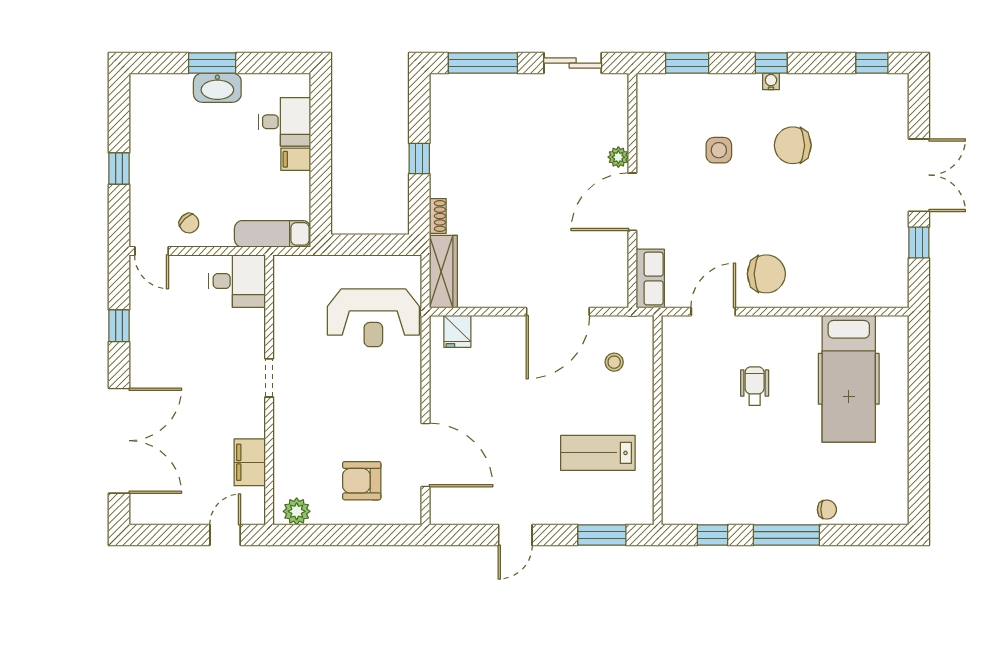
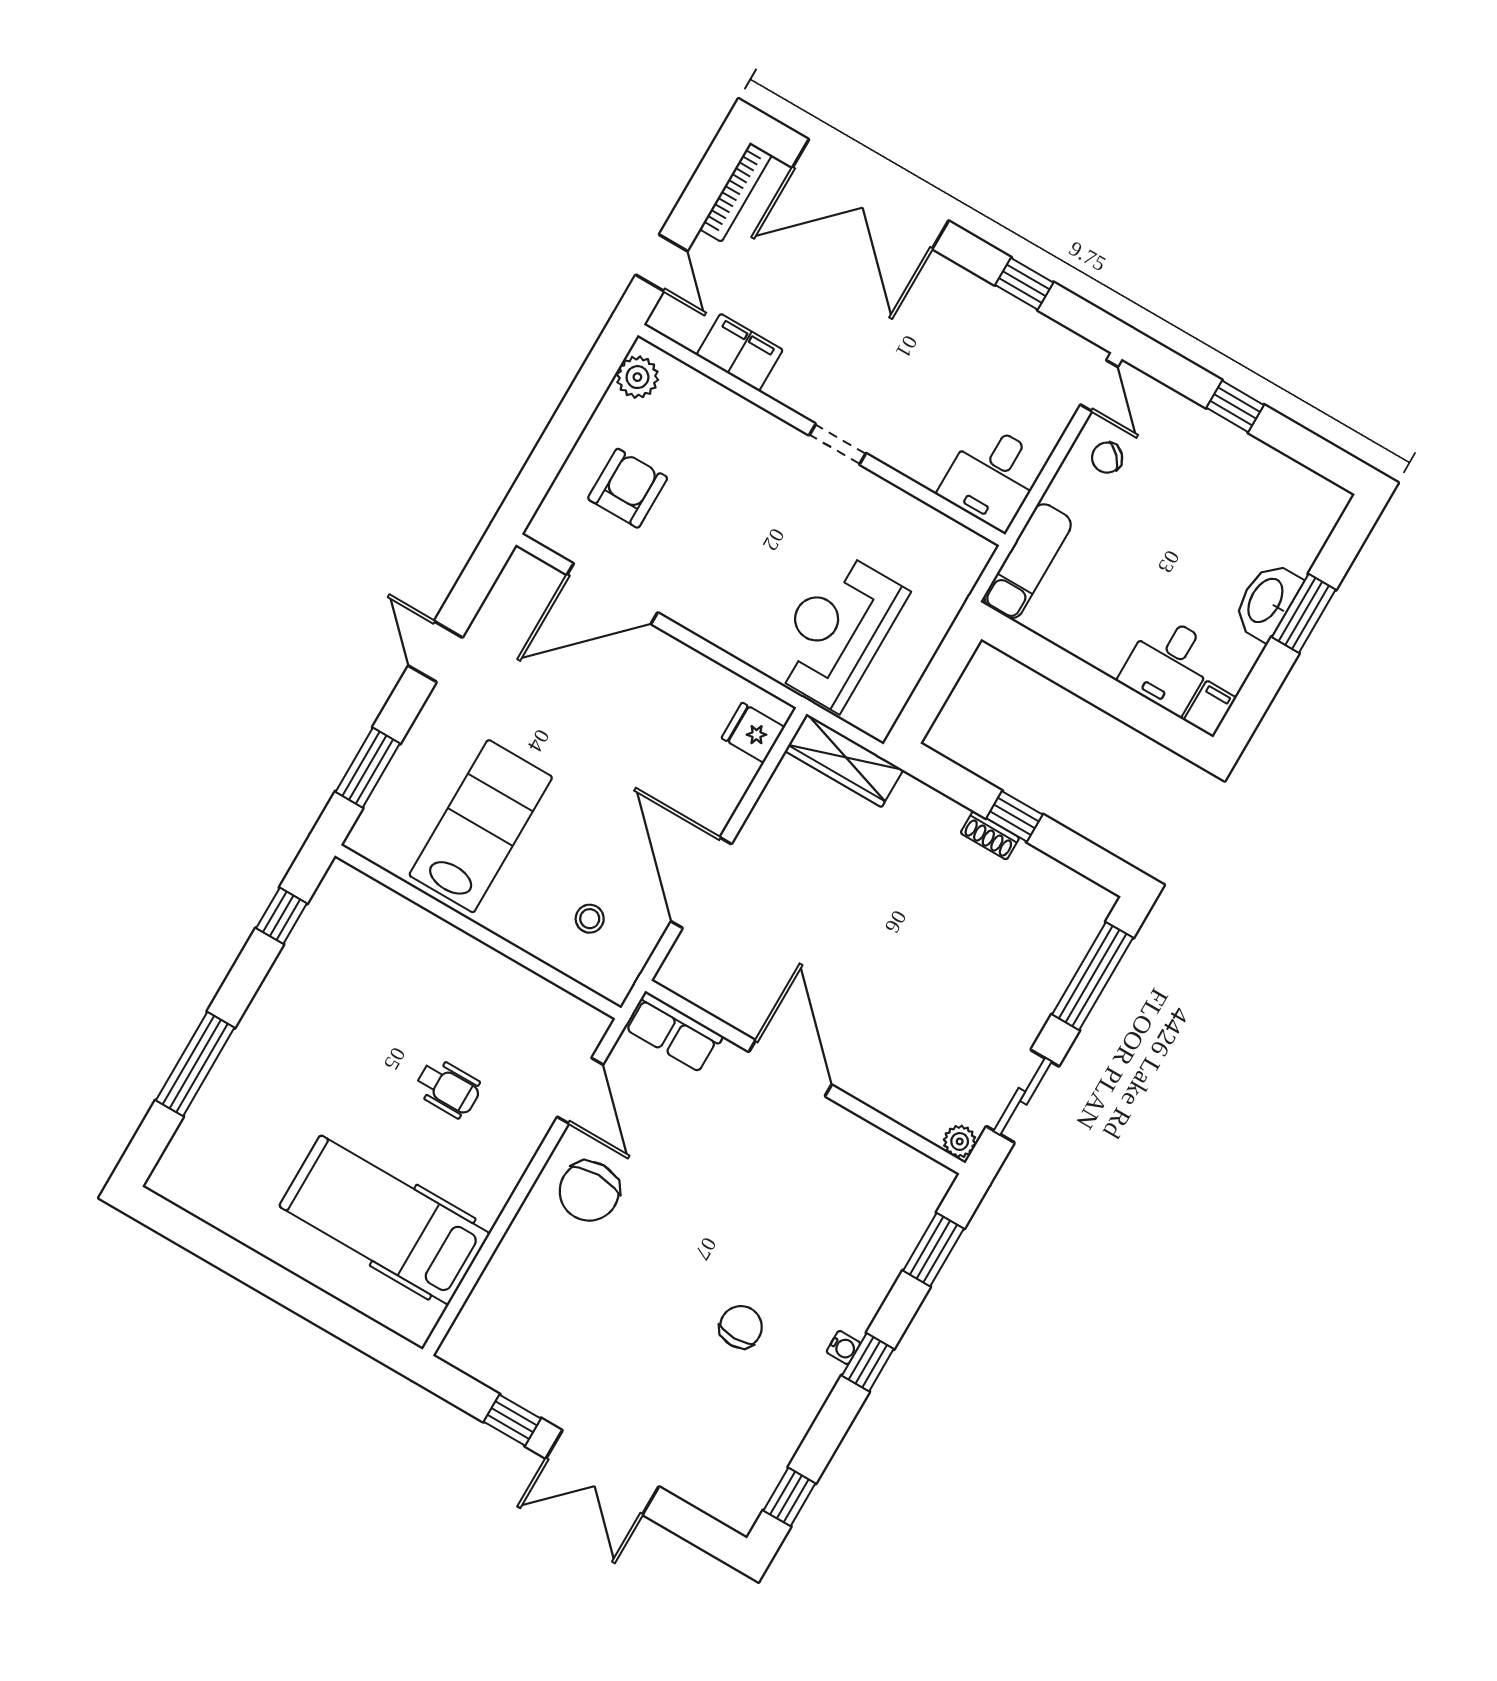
chair: (793, 145) -> (741, 1327), width x0.73, depth x0.73
side table: (719, 150) -> (792, 1224), removed
plant: (618, 157) -> (960, 1141), moved
filing cabinet: (296, 159) -> (1210, 709), moved
shoe rack: (438, 216) -> (990, 835), moved
door: (152, 251) -> (1099, 386), swing flipped
lab bench: (598, 453) -> (481, 826), width x1.36, depth x1.39
chair: (827, 510) -> (226, 1089), removed
bookcase: (162, 517) -> (736, 192), added
window: (786, 535) -> (195, 1064), moved

